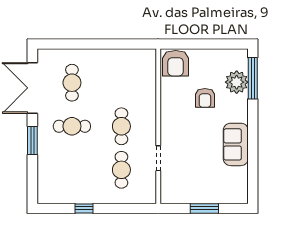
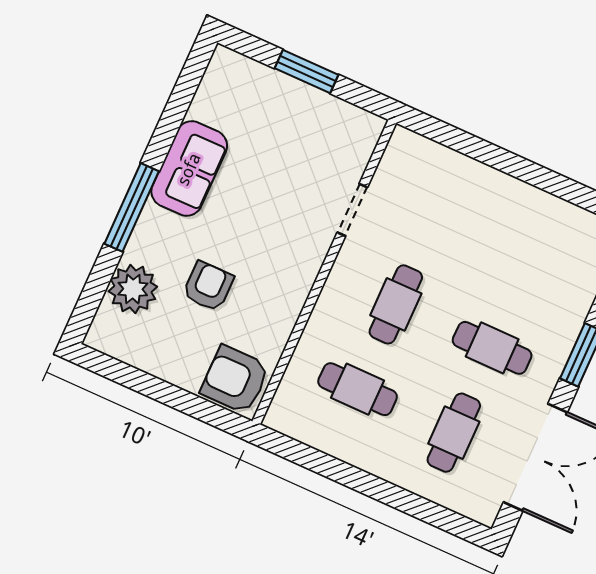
armchair: (176, 63) -> (235, 379), turned -90
window: (253, 78) -> (132, 207), moved
cafe table: (121, 170) -> (358, 389), moved, turned 90
window: (84, 208) -> (541, 177), removed

